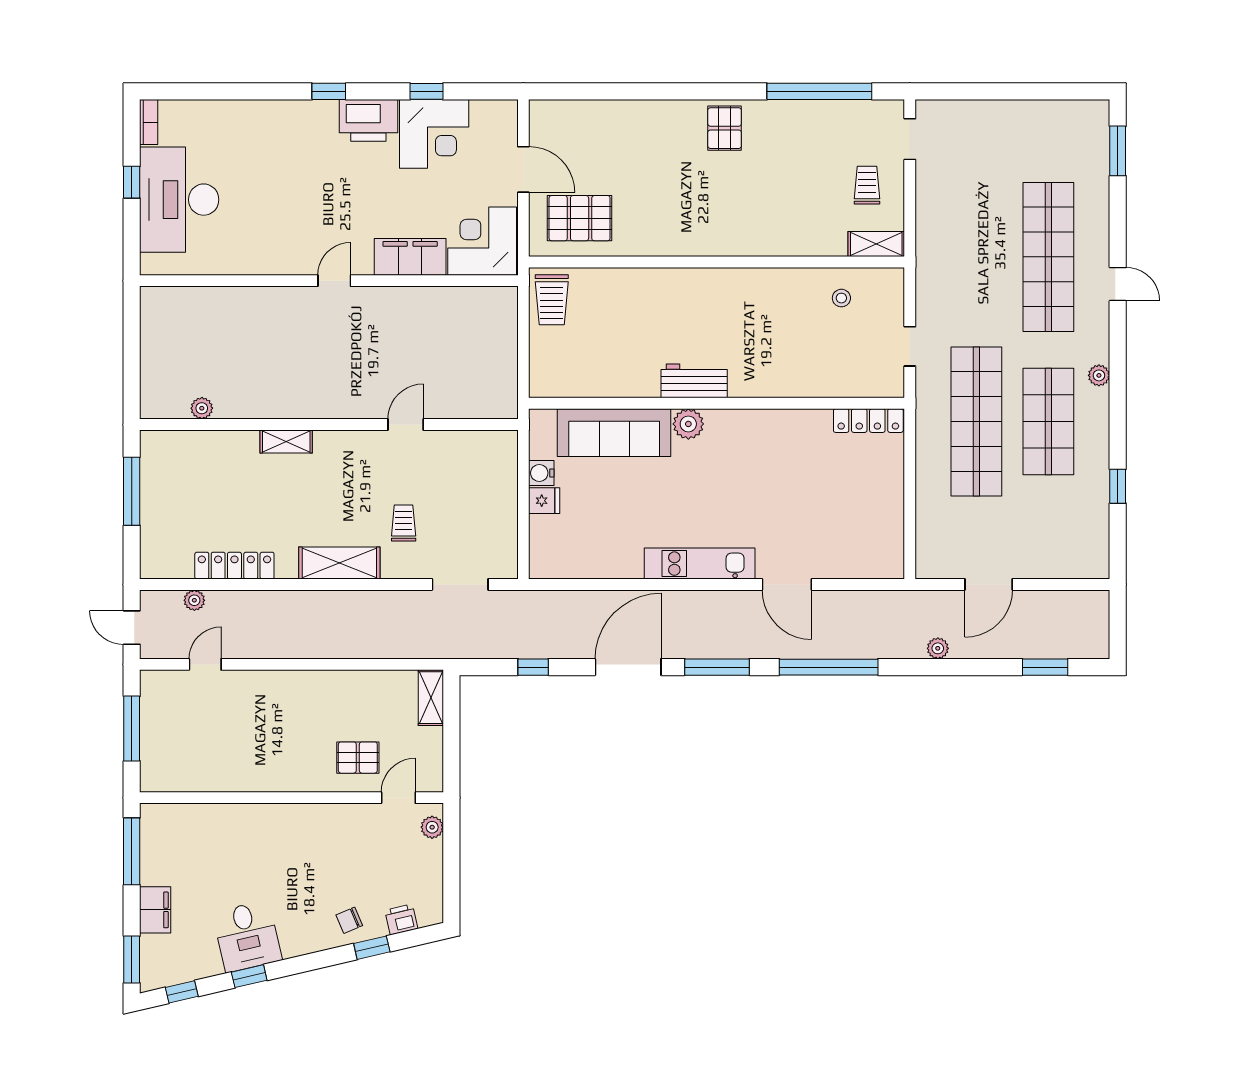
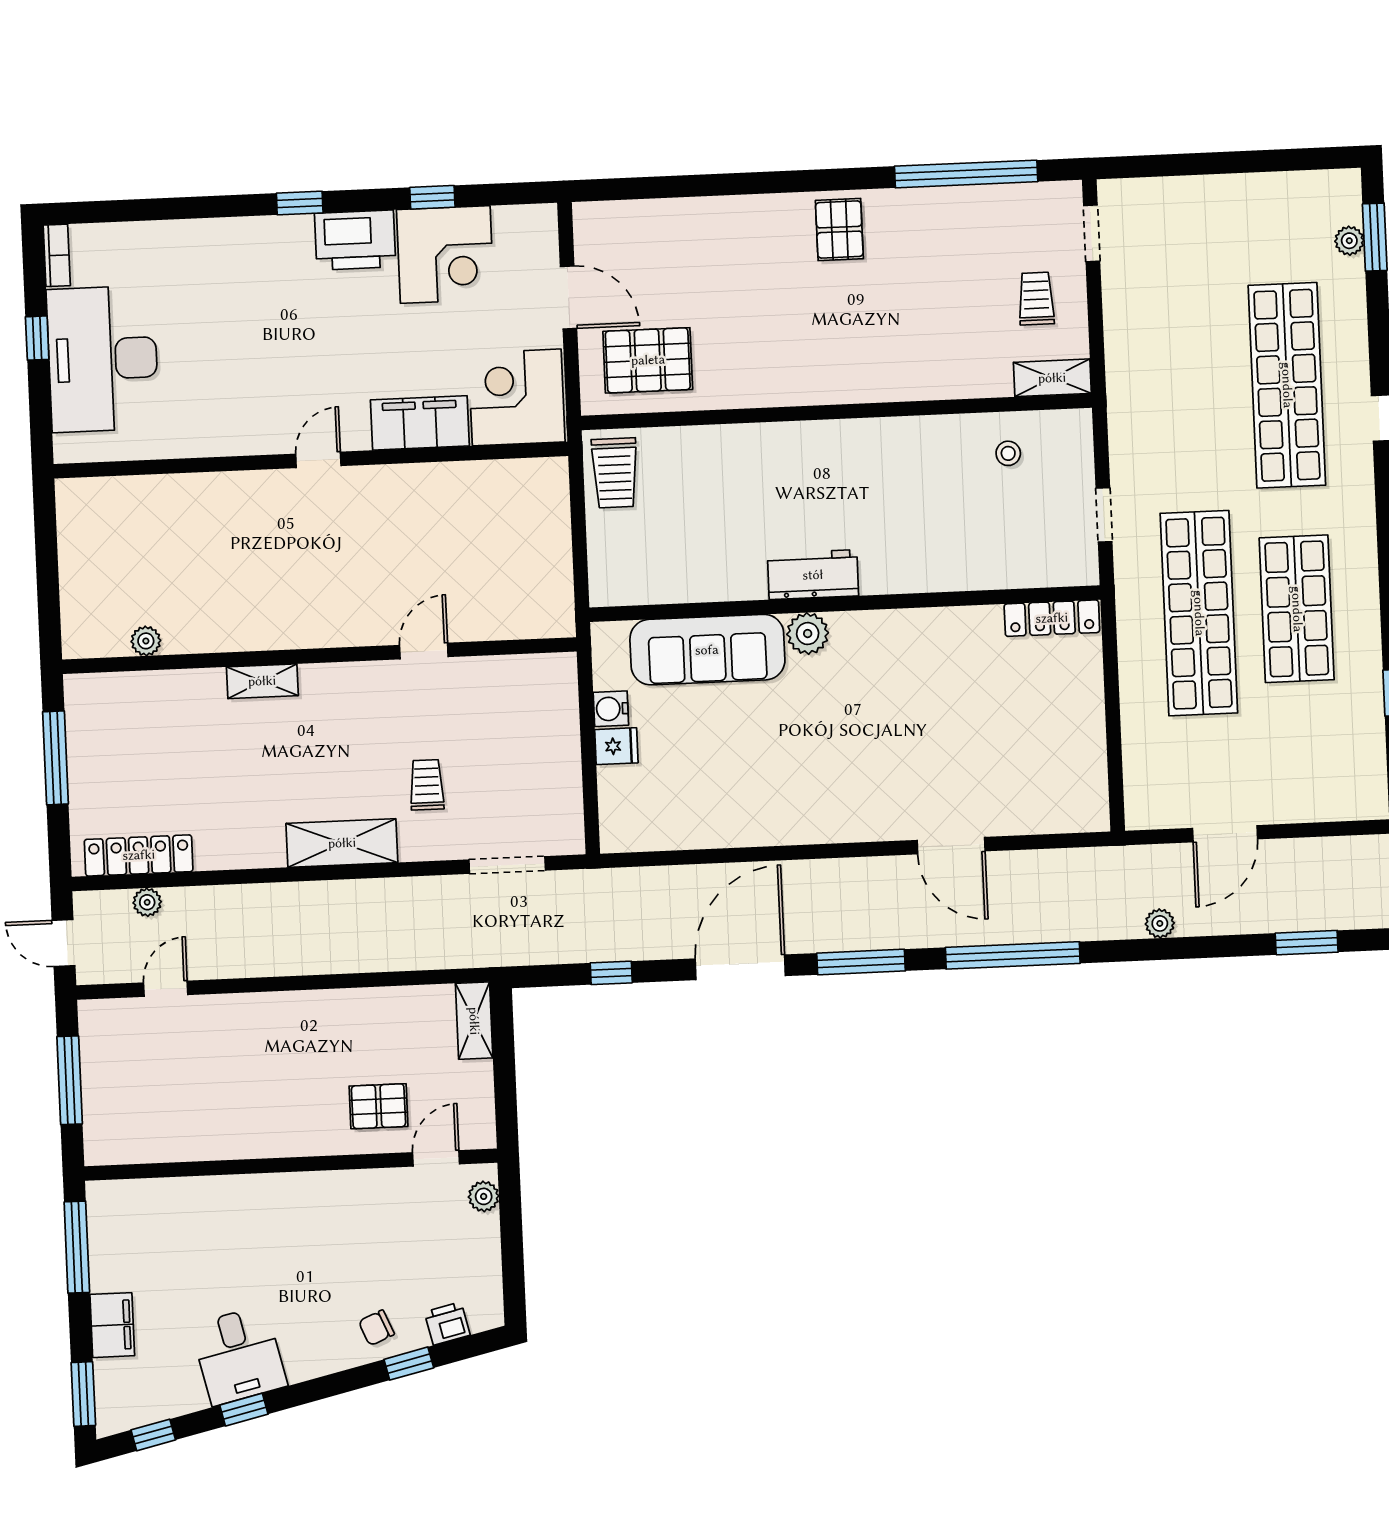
plant: (1099, 375) -> (1349, 241), moved
kitchen unit: (700, 564) -> (831, 822), removed
locker: (234, 566) -> (139, 855), moved

